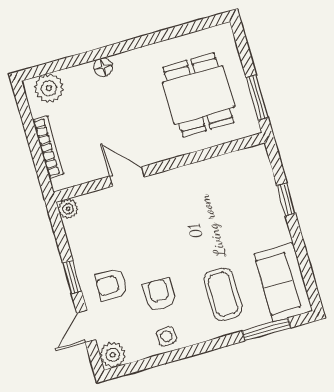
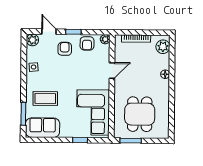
dining table: (199, 95) -> (140, 114), turned 90
corner sofa: (223, 190) -> (93, 112), added
armchair: (159, 295) -> (87, 43), moved, turned 90

